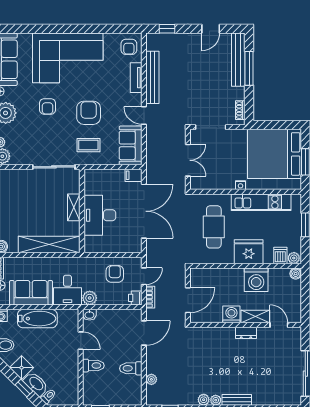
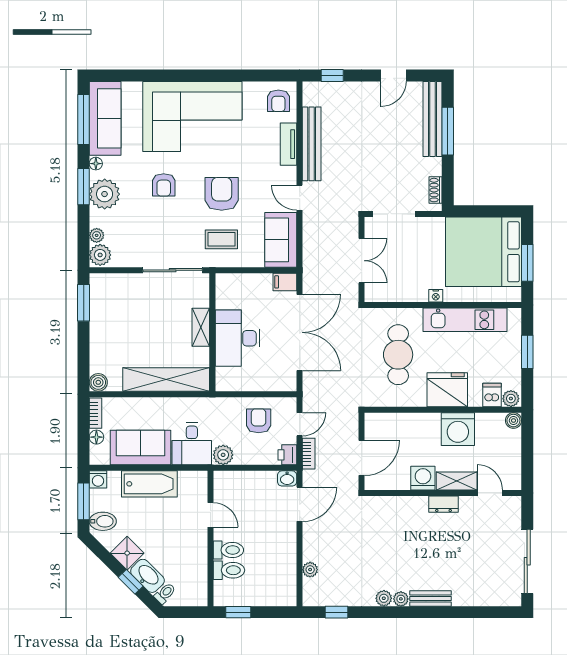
washbasin: (89, 315) -> (287, 478), moved
toilet: (131, 368) -> (229, 570), moved, turned 180

